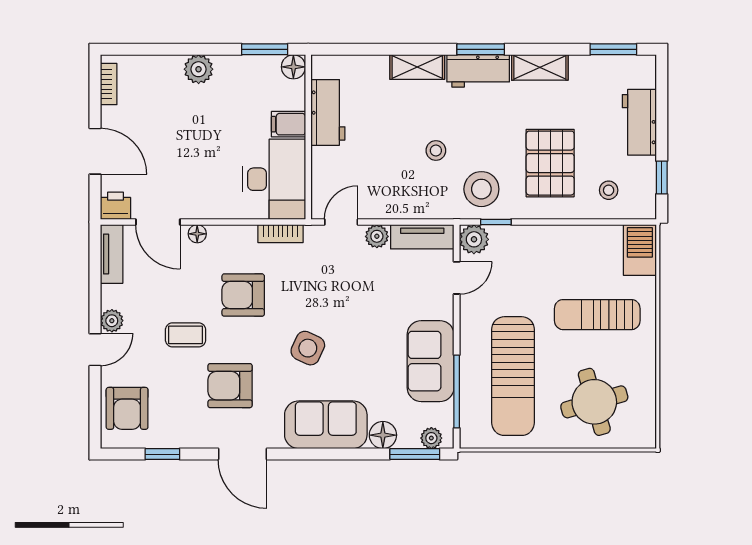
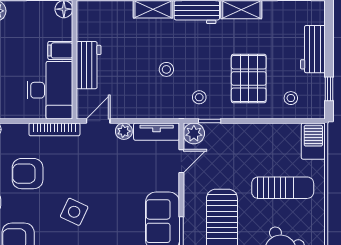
workbench: (328, 112) -> (89, 65), moved
stool: (481, 189) -> (199, 97), width x0.53, depth x0.53
bookcase: (280, 234) -> (54, 129), width x1.56
sun lounger: (597, 315) -> (283, 188), turned 180

